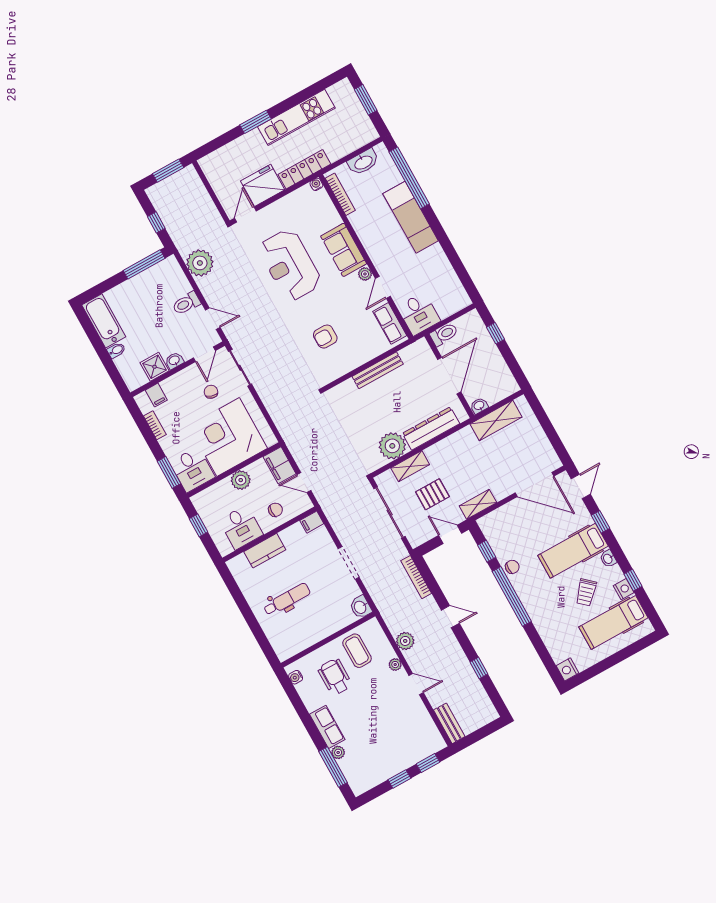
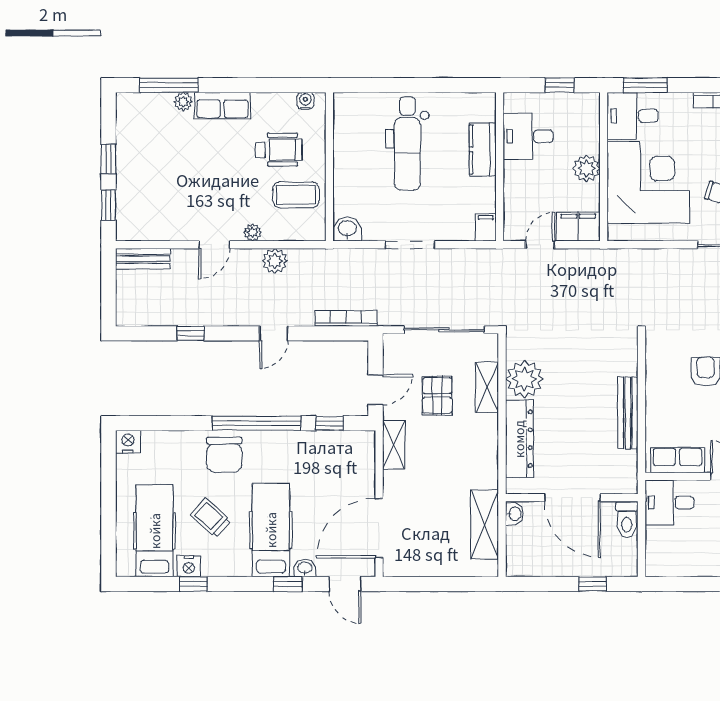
chair: (275, 510) -> (526, 191), removed
washbasin: (608, 559) -> (305, 568), moved
chair: (512, 567) -> (224, 455), moved, width x1.87, depth x1.87
dental chair: (287, 599) -> (407, 143), width x1.36, depth x1.38

